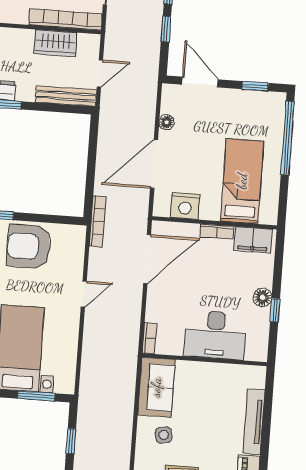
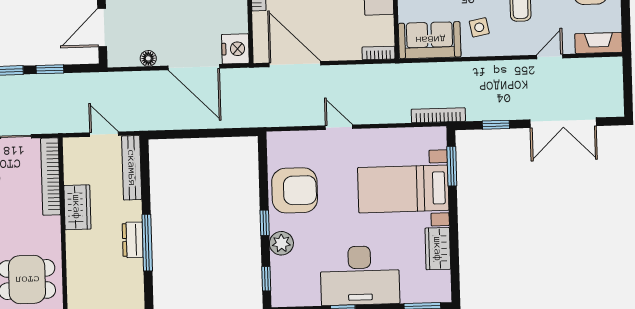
wardrobe: (56, 43) -> (77, 207), moved
nightstand: (185, 206) -> (235, 49), moved
bookcase: (98, 221) -> (438, 115), moved
armchair: (29, 246) -> (295, 190), turned -90

